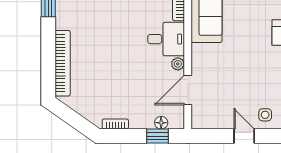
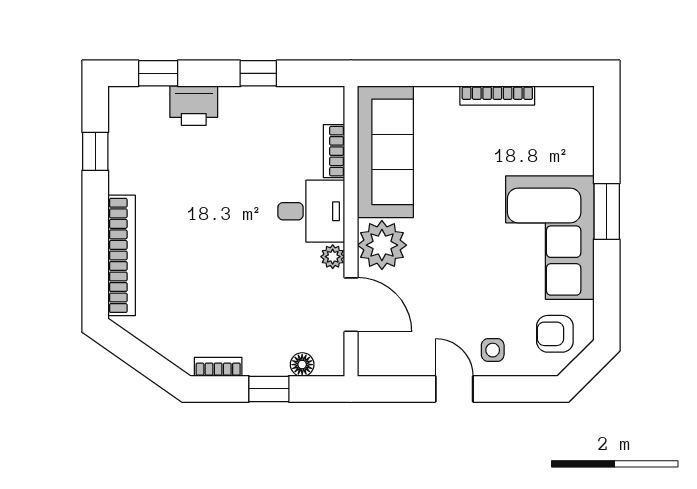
plant: (205, 57) -> (382, 245), added
door: (188, 90) -> (351, 305), swing flipped
window: (158, 136) -> (269, 389), moved

